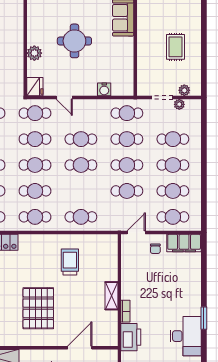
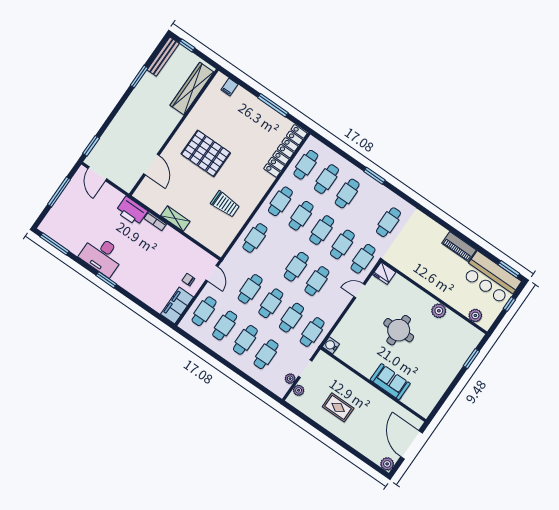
plant: (34, 53) -> (439, 311), moved
water cooler: (104, 89) -> (331, 345), moved

